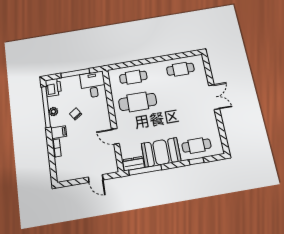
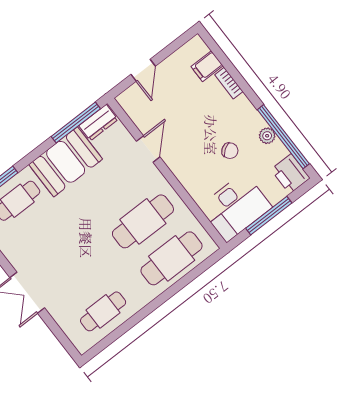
cafe table: (133, 77) -> (172, 258), width x1.37, depth x1.35
desk: (93, 85) -> (236, 207), width x1.37
filing cabinet: (59, 132) -> (207, 66), moved
door: (115, 136) -> (148, 149), hinge flipped
door: (96, 179) -> (143, 70), swing flipped

